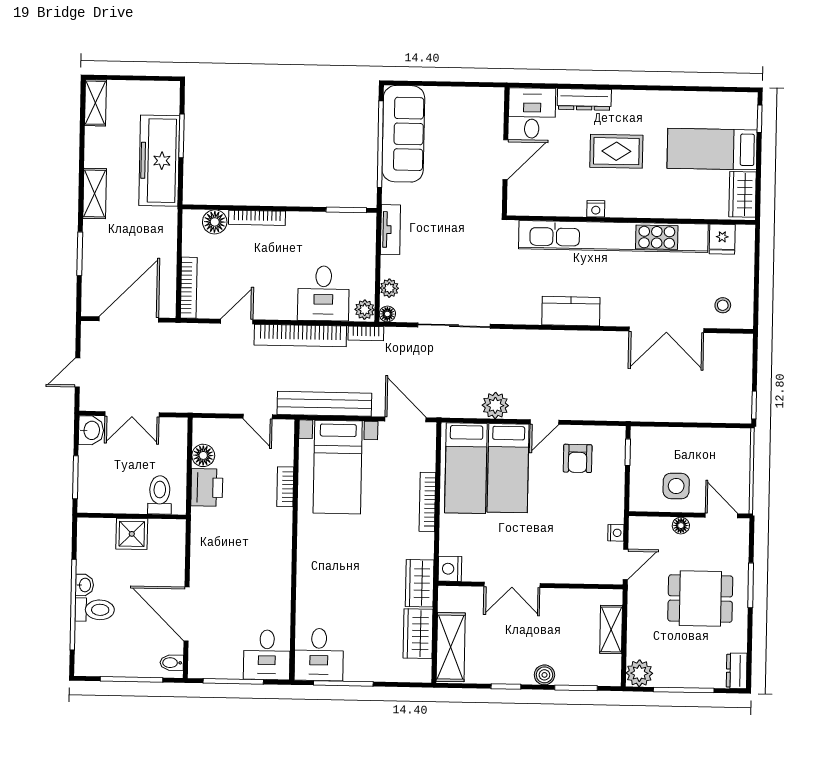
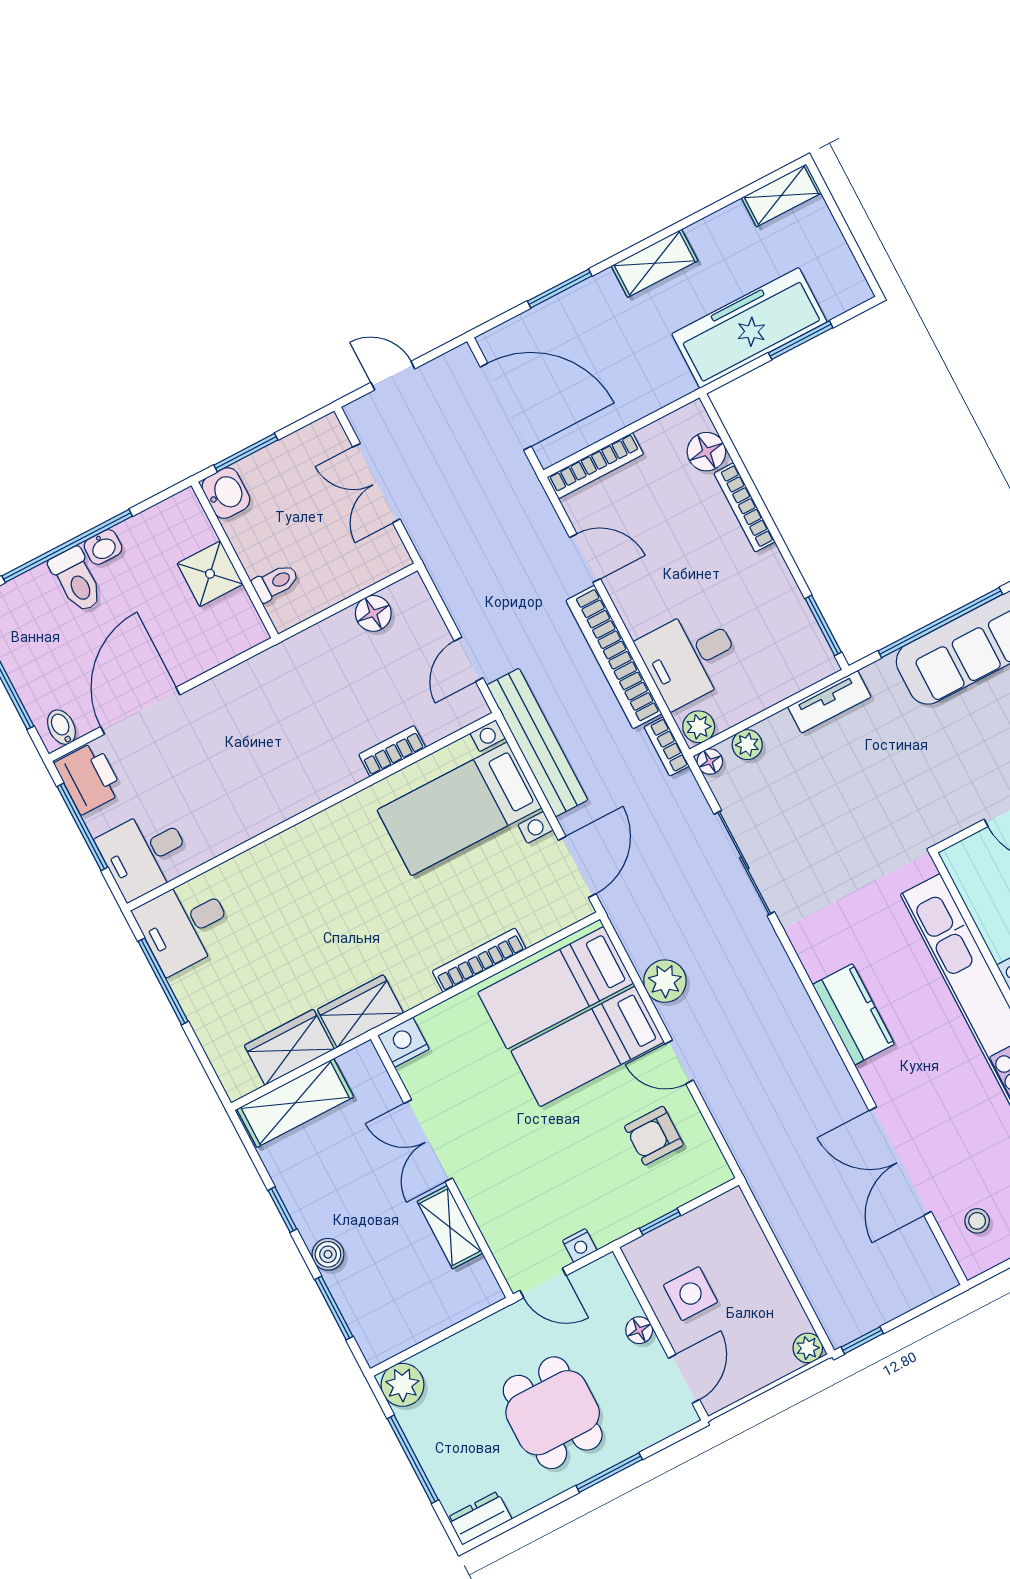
washbasin: (91, 430) -> (226, 493), moved, turned -90
plant: (742, 438) -> (808, 1348), added
window: (628, 452) -> (660, 1222), moved
printer: (207, 487) -> (89, 778), moved, turned -90
toilet: (160, 495) -> (276, 582), width x0.73, depth x0.72
shelving: (611, 629) -> (450, 1227), moved, turned 90

